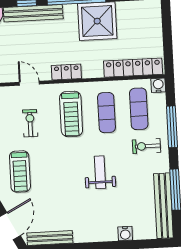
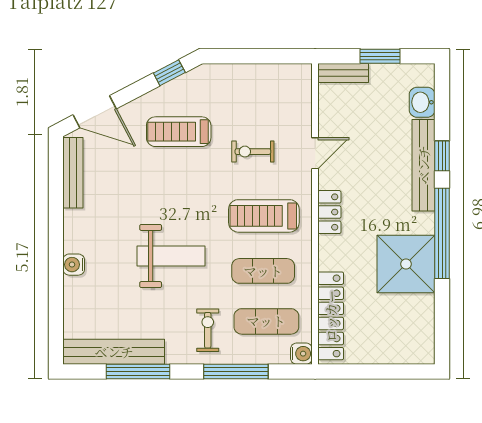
exercise bike: (30, 123) -> (253, 152), turned 180
weight bench: (100, 172) -> (171, 256), width x1.36, depth x1.33
water cooler: (125, 233) -> (74, 265), moved

